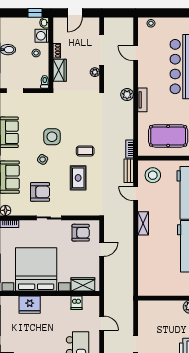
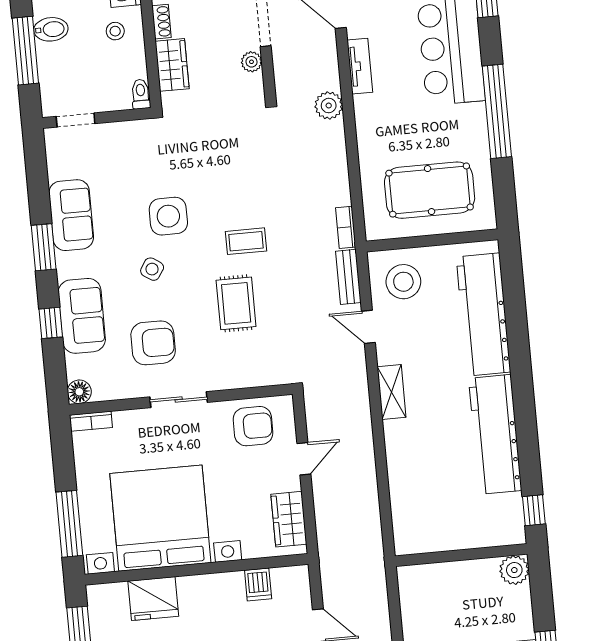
tv unit: (142, 100) -> (360, 66), moved
wardrobe: (83, 284) -> (289, 519), moved, turned -90

